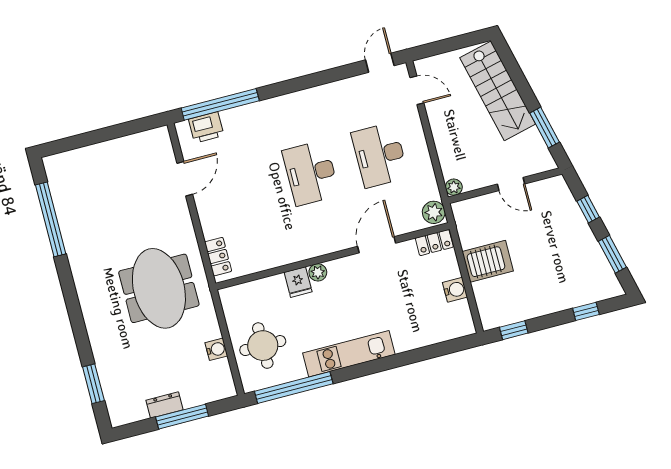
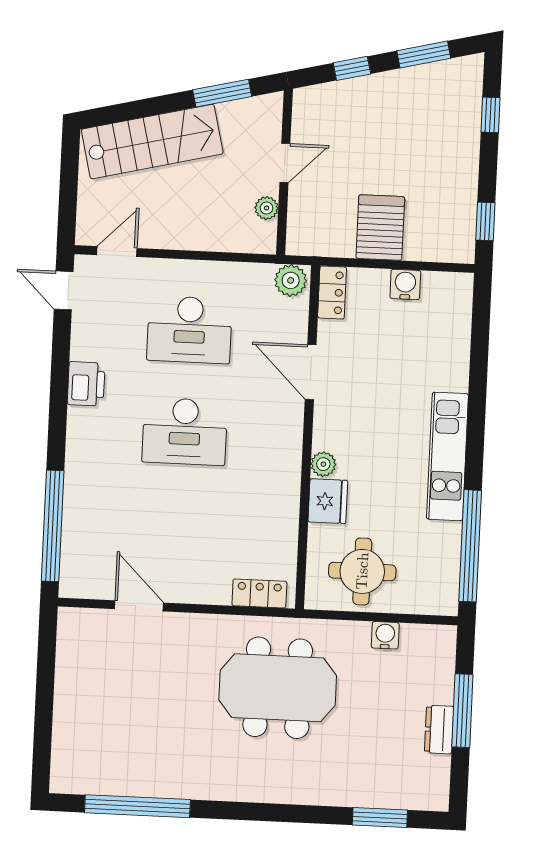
printer: (206, 127) -> (86, 384), moved
plant: (454, 187) -> (266, 208), moved
fridge: (298, 282) -> (328, 501), width x1.38
round table: (263, 346) -> (362, 571), moved

